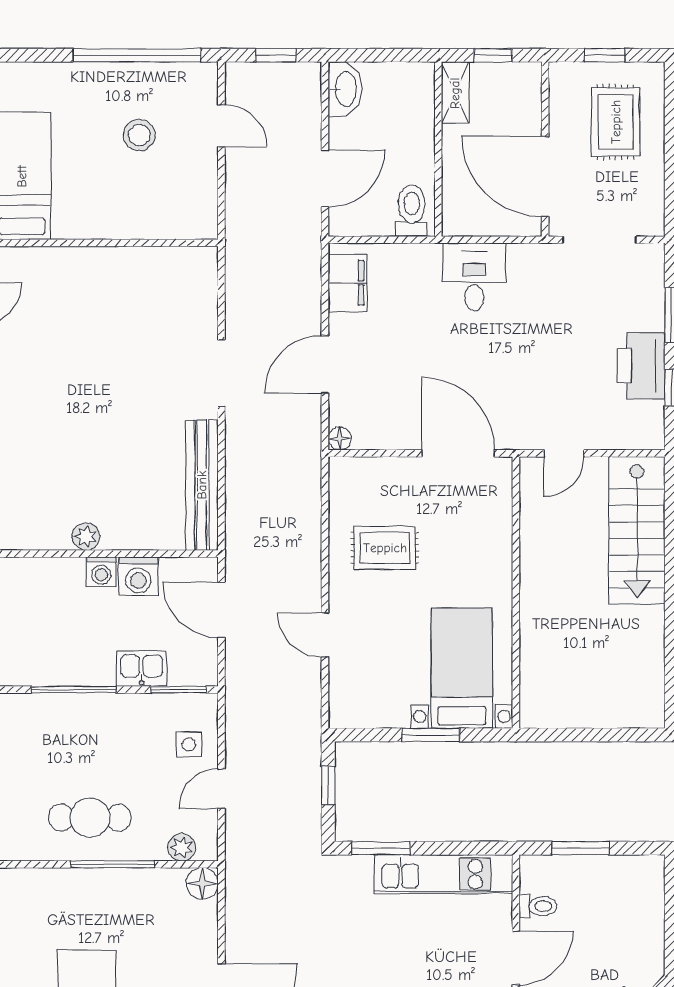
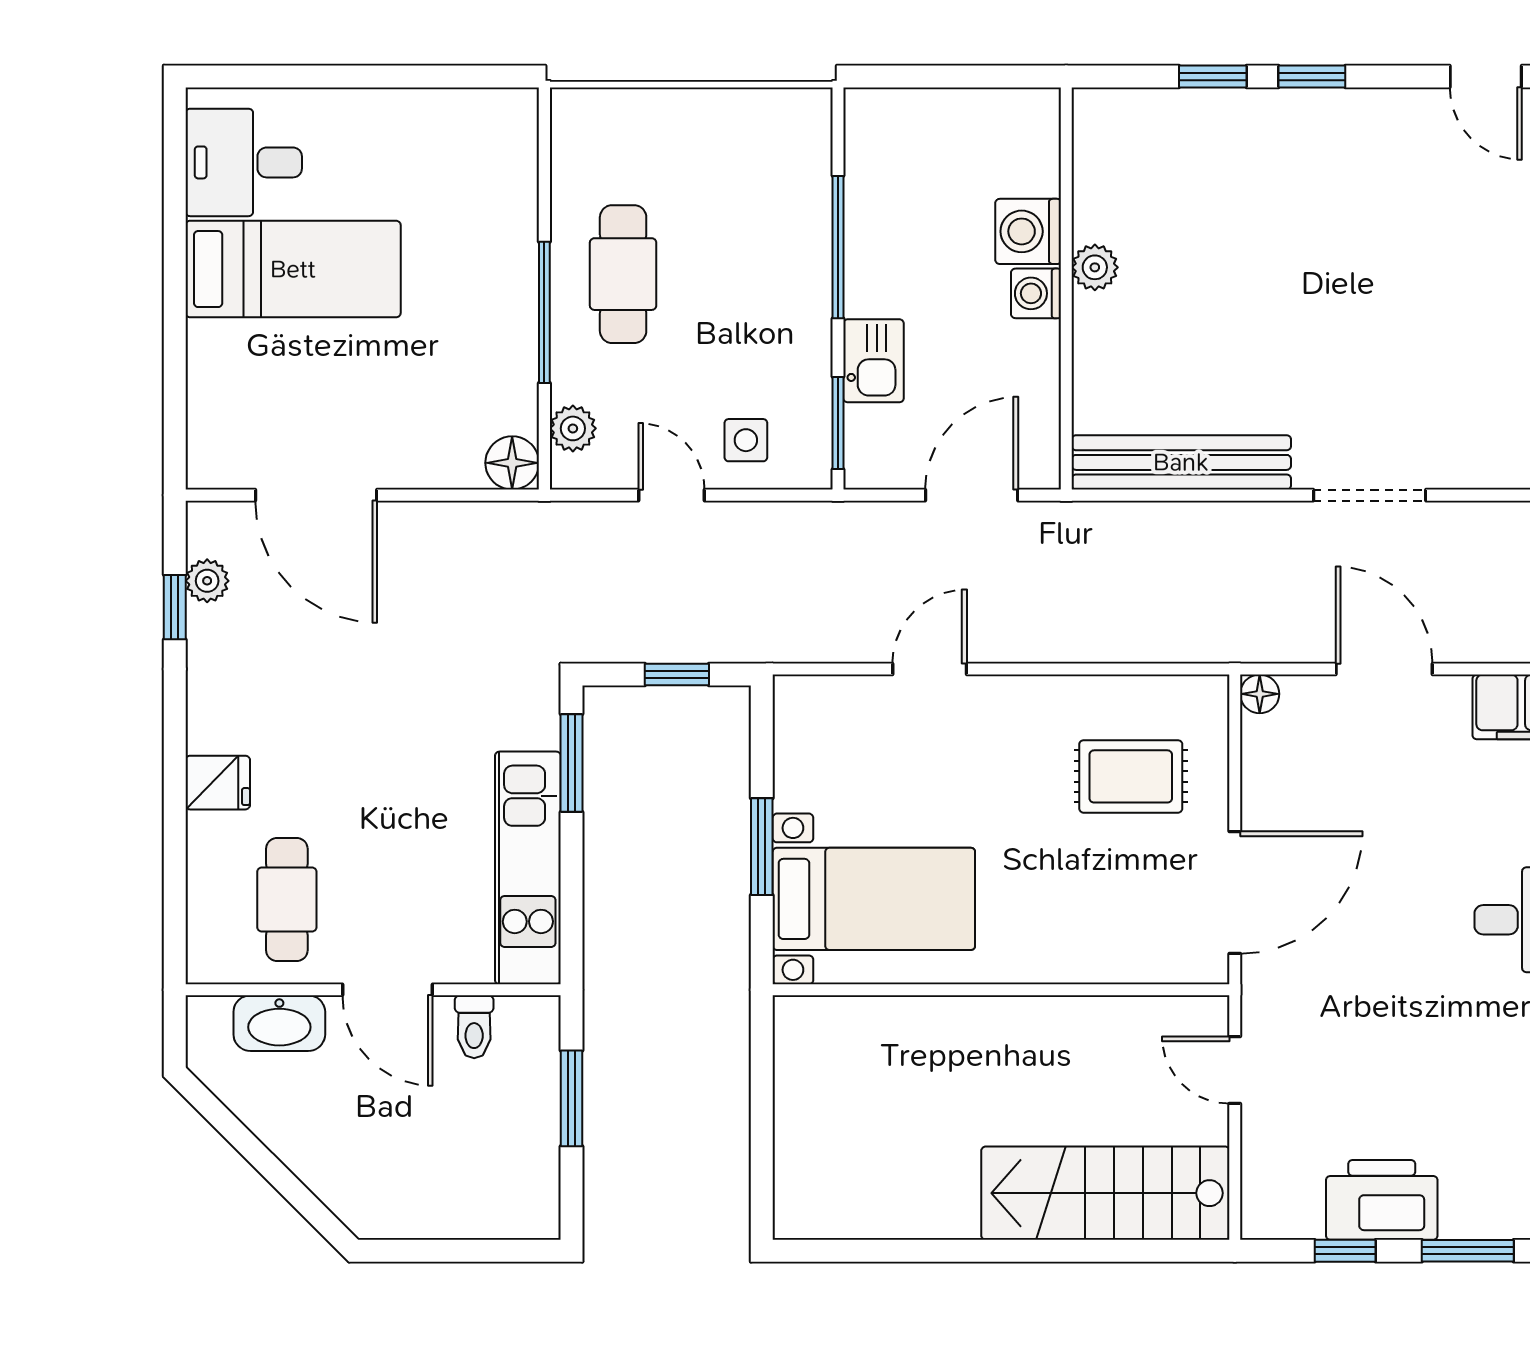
rug: (385, 548) -> (1131, 776), moved, turned 90
washing machine: (138, 576) -> (1028, 231), moved

